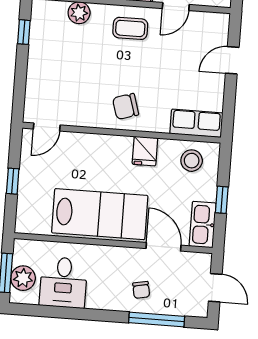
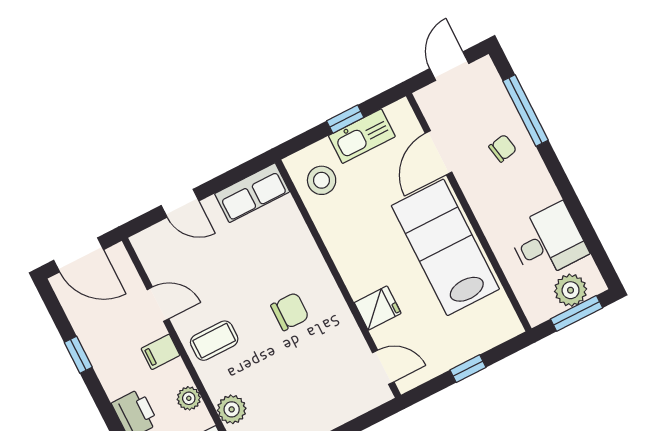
coffee table: (130, 28) -> (214, 341), turned 90
chair: (126, 106) -> (290, 312), moved, turned -73
row of seats: (196, 123) -> (252, 193), moved, turned -90
fridge: (145, 151) -> (378, 308), moved
kitchen sink: (203, 225) -> (362, 136), moved

